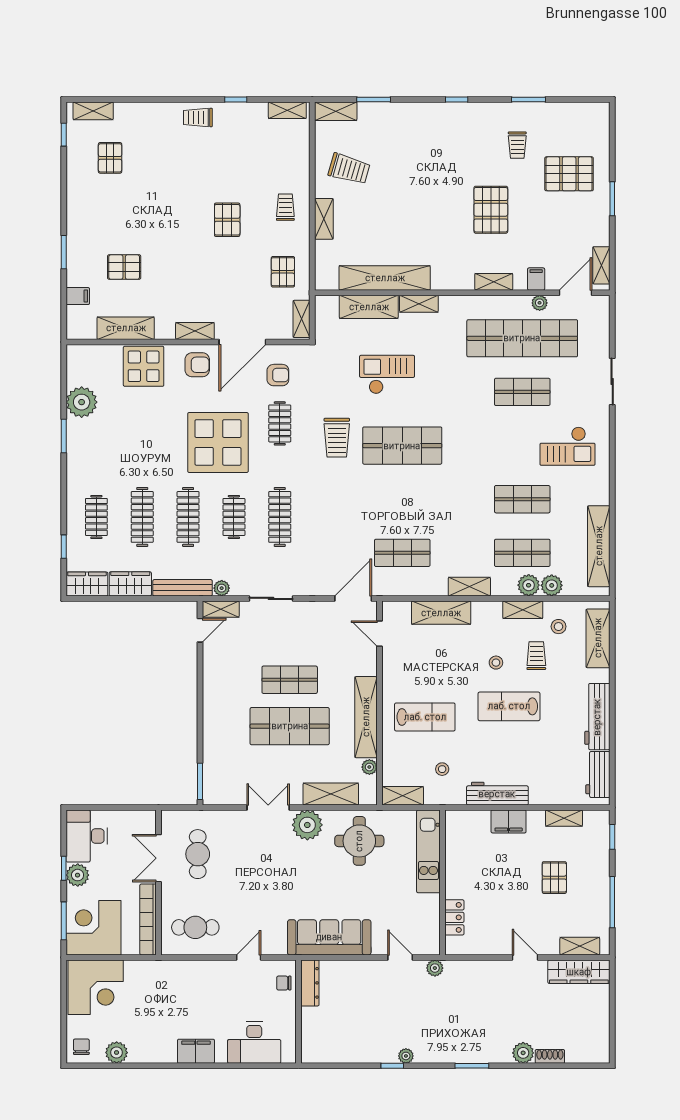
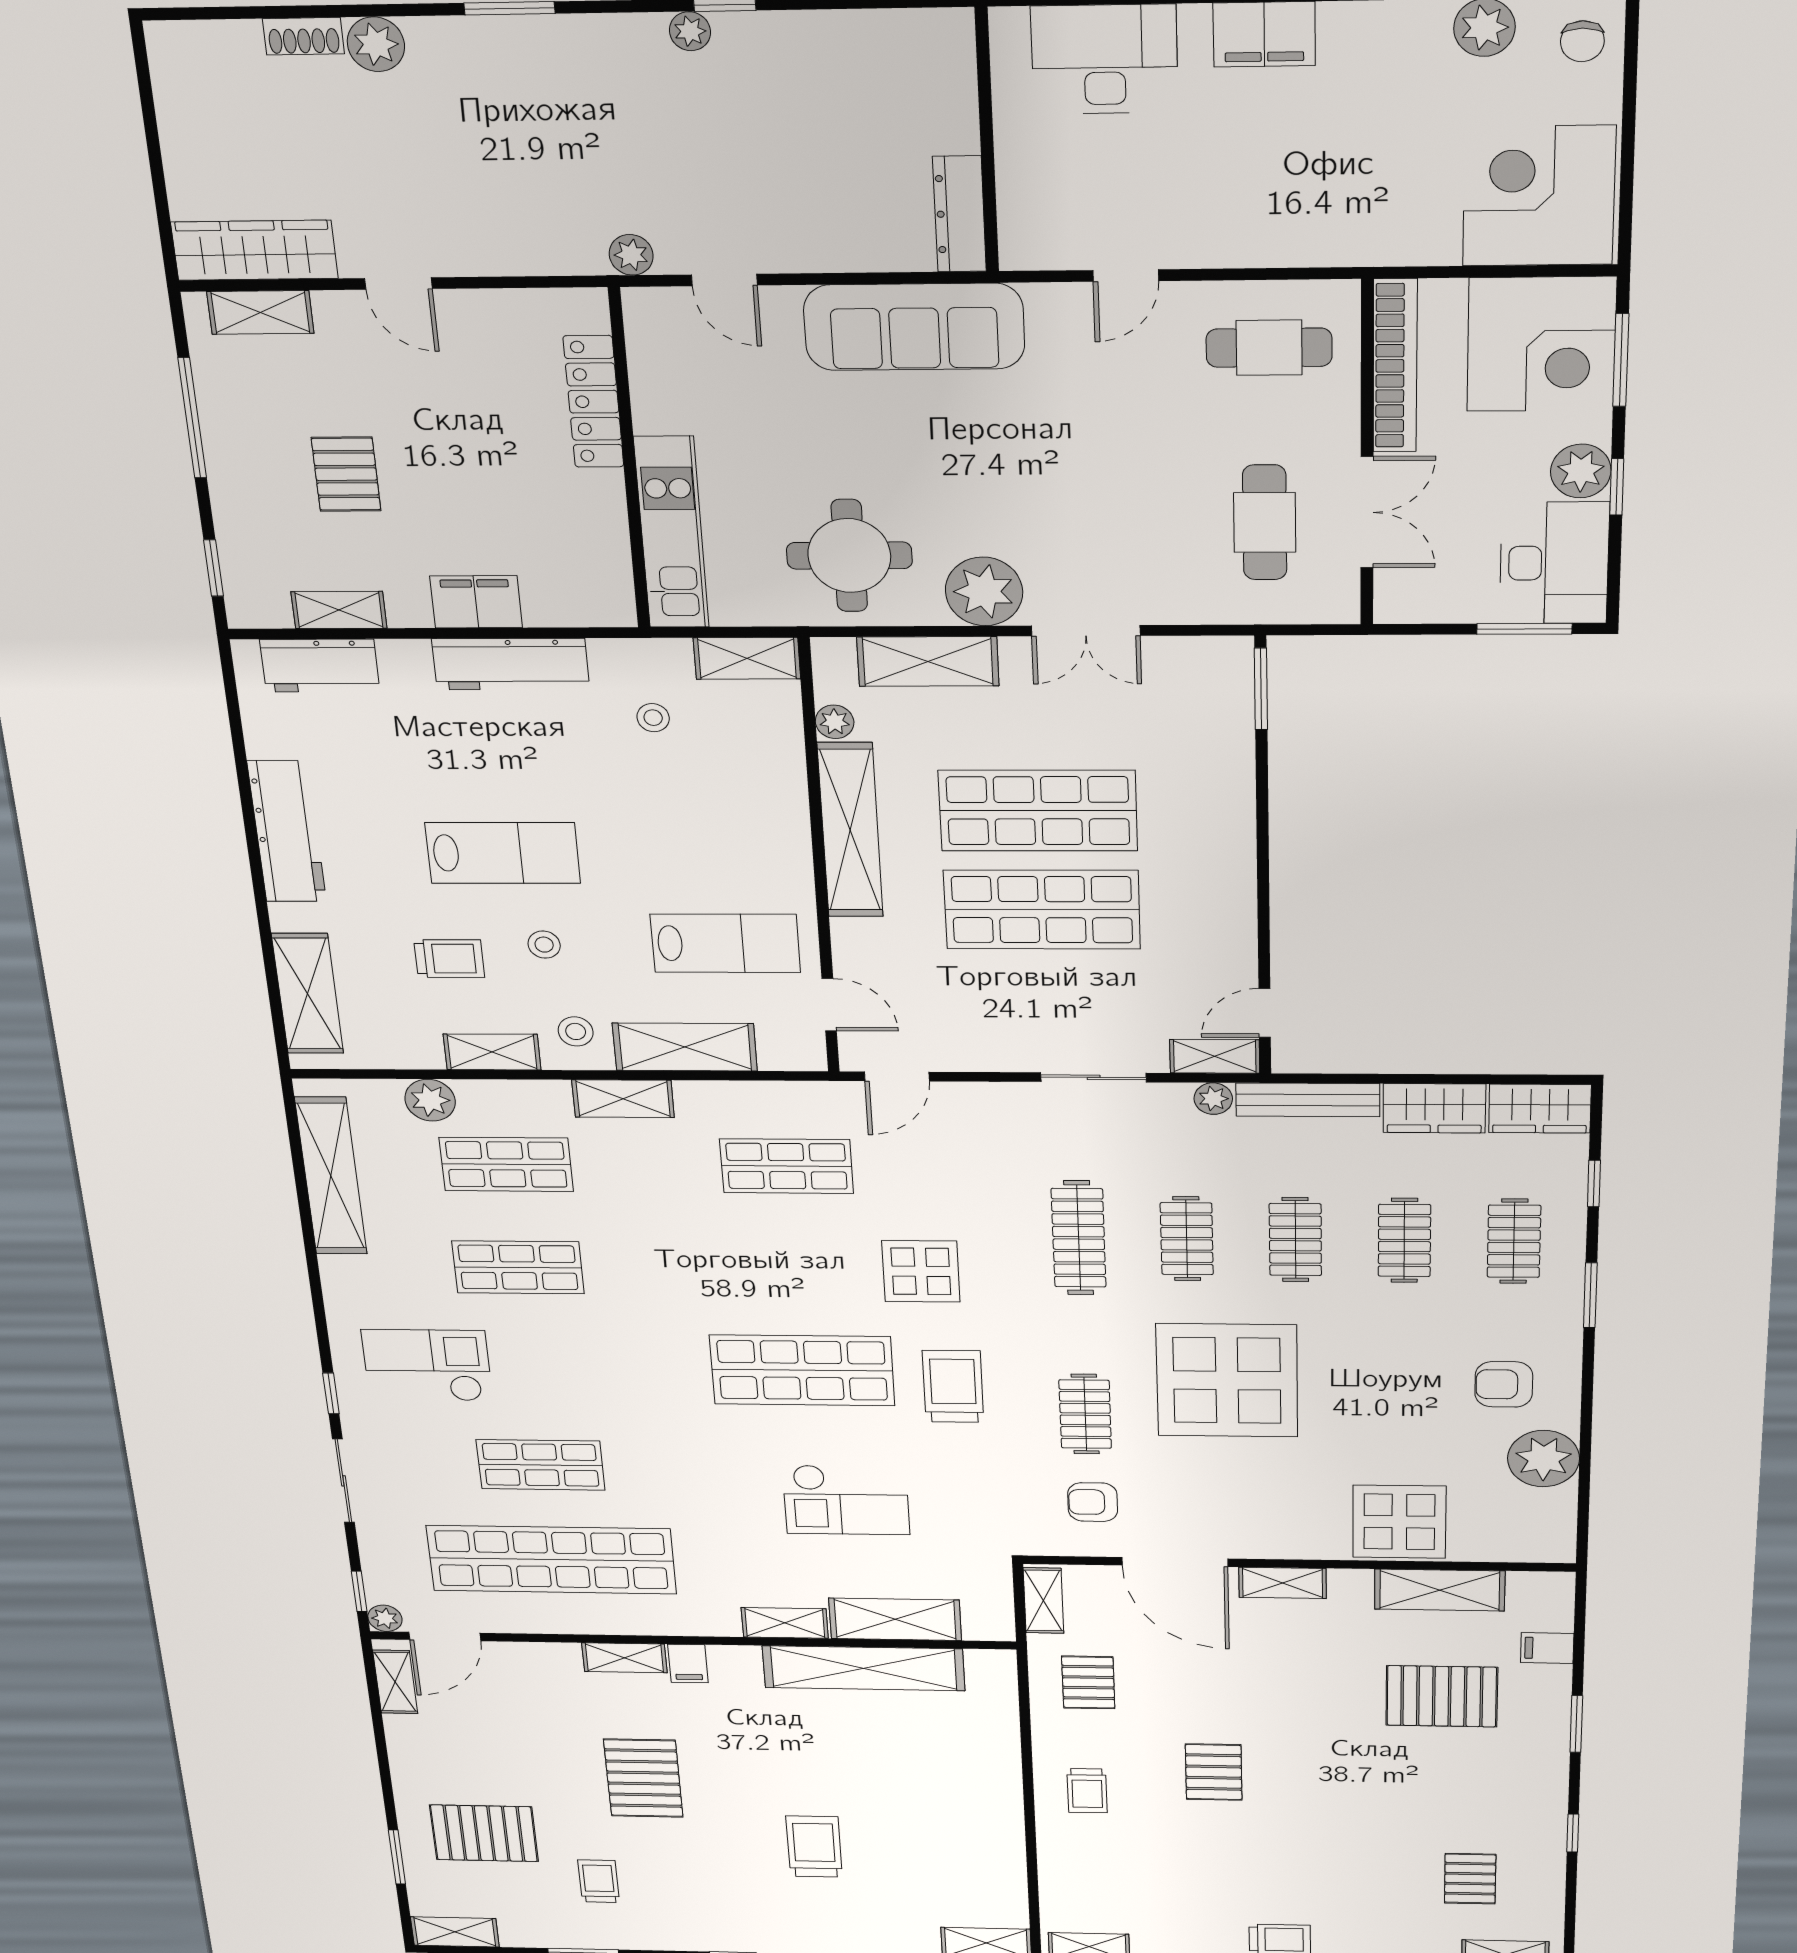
window: (64, 135) -> (1573, 1833), moved
trolley: (349, 169) -> (814, 1847), moved, turned 74
window: (612, 199) -> (397, 1857), moved
shelving: (324, 219) -> (455, 1932), moved, turned 90
pallet: (124, 267) -> (1442, 1696), width x1.50, depth x1.42
filing cabinet: (536, 279) -> (688, 1664), moved
plant: (540, 303) -> (385, 1618), moved
window: (612, 318) -> (359, 1591), added
door: (242, 342) -> (1175, 1562), swing flipped
armchair: (197, 365) -> (1504, 1384), moved
window: (612, 430) -> (331, 1393), added
window: (64, 436) -> (1590, 1295), moved
display table: (348, 499) -> (921, 1271), added
clothes rail: (142, 517) -> (1404, 1240), width x0.73
clothes rail: (188, 517) -> (1295, 1240), width x0.73
plant: (529, 585) -> (484, 1101), removed
door: (353, 598) -> (897, 1076), width x0.73
stool: (559, 627) -> (576, 1031), moved
trolley: (536, 656) -> (449, 959), turned -90
shop shelf: (290, 680) -> (1042, 910), width x1.43, depth x1.36
lab bench: (425, 717) -> (725, 943), moved, turned 180
workbench: (598, 774) -> (320, 666), moved, turned 90
window: (98, 807) -> (1524, 629), added
locker: (454, 917) -> (594, 402), width x1.53
chair: (284, 983) -> (1029, 213), removed

